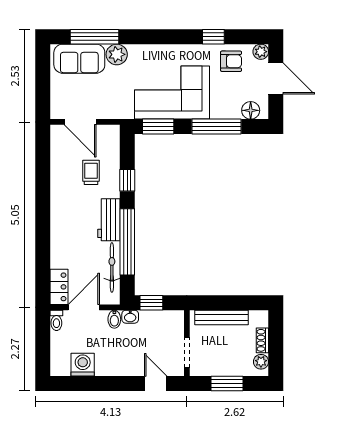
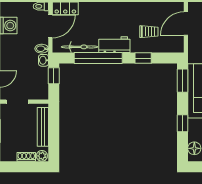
window: (216, 127) -> (182, 123), width x0.46
door: (84, 307) -> (50, 26), hinge flipped
plant: (261, 362) -> (42, 156), moved

